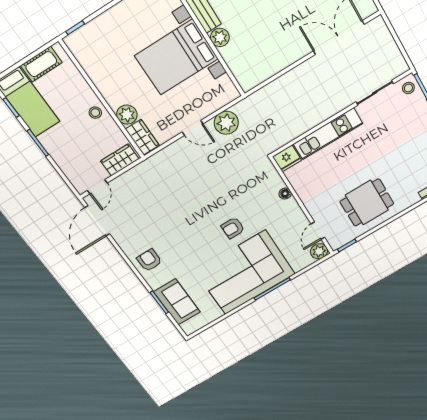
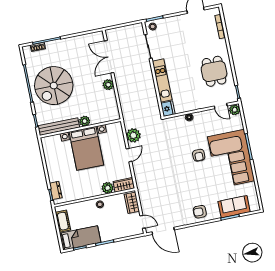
dresser: (86, 33) -> (56, 190), added
plant: (293, 53) -> (108, 85), added

